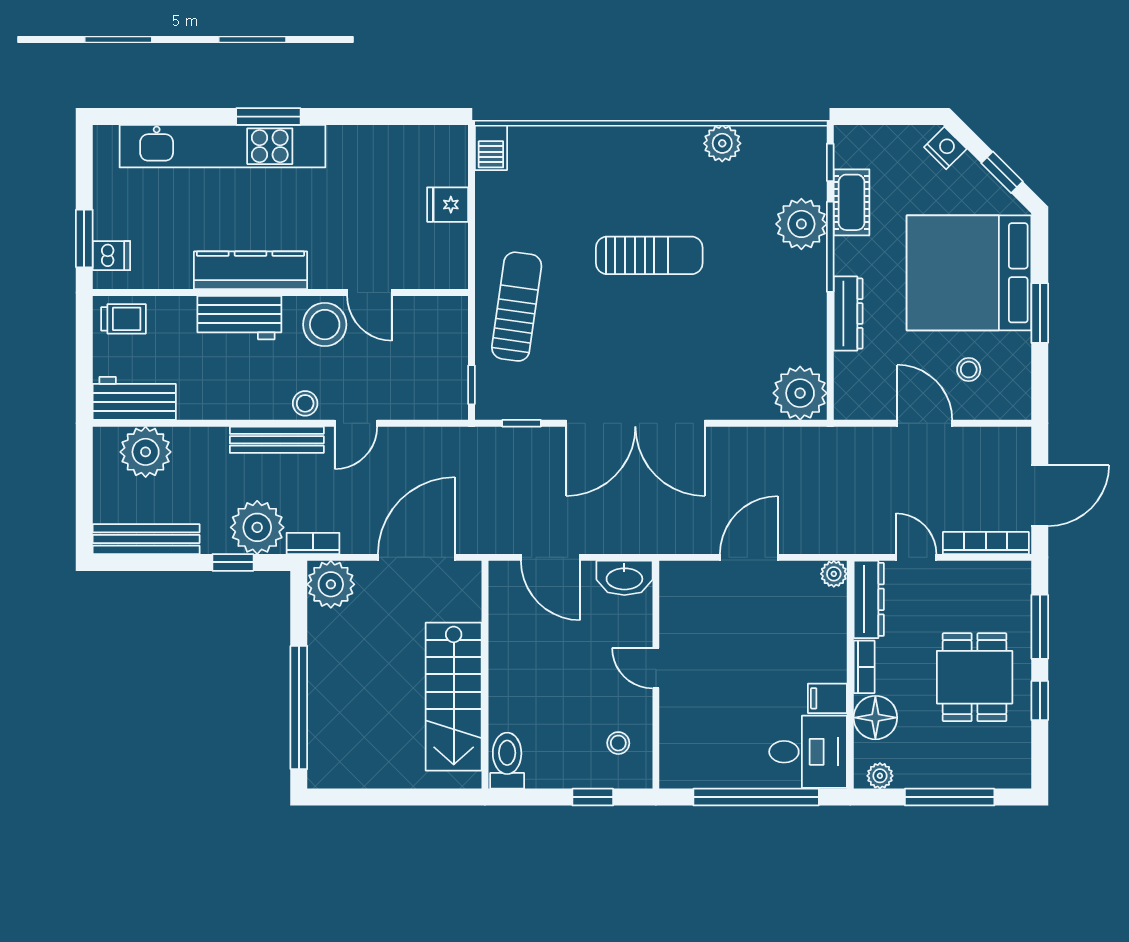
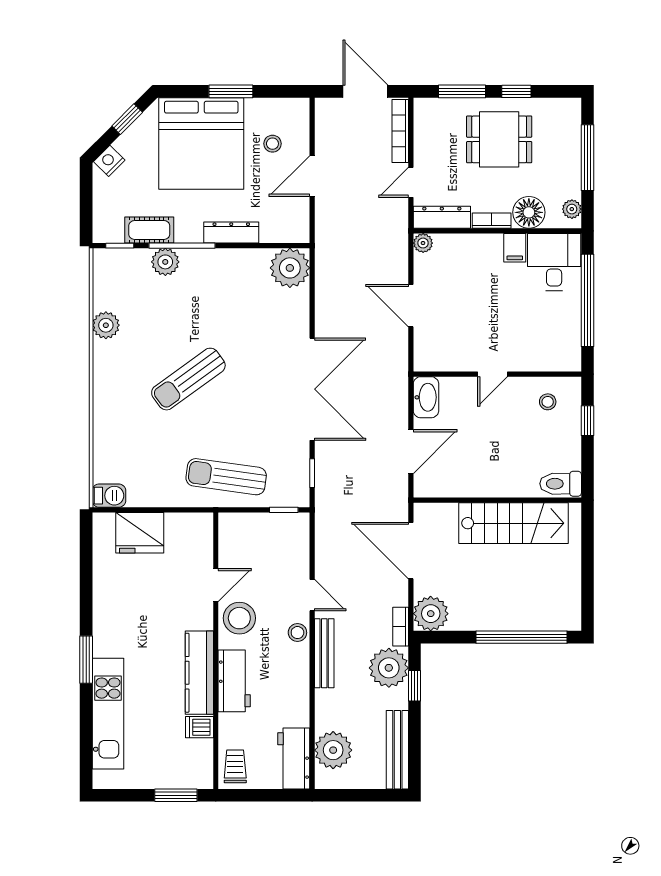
kitchen unit: (222, 146) -> (108, 714), width x0.73
fridge: (448, 205) -> (140, 533), width x1.88, depth x1.34
plant: (801, 224) -> (165, 262), width x0.73, depth x0.73
sun lounger: (649, 255) -> (188, 379), turned -126
dishwasher: (111, 256) -> (199, 727), moved, turned -90

